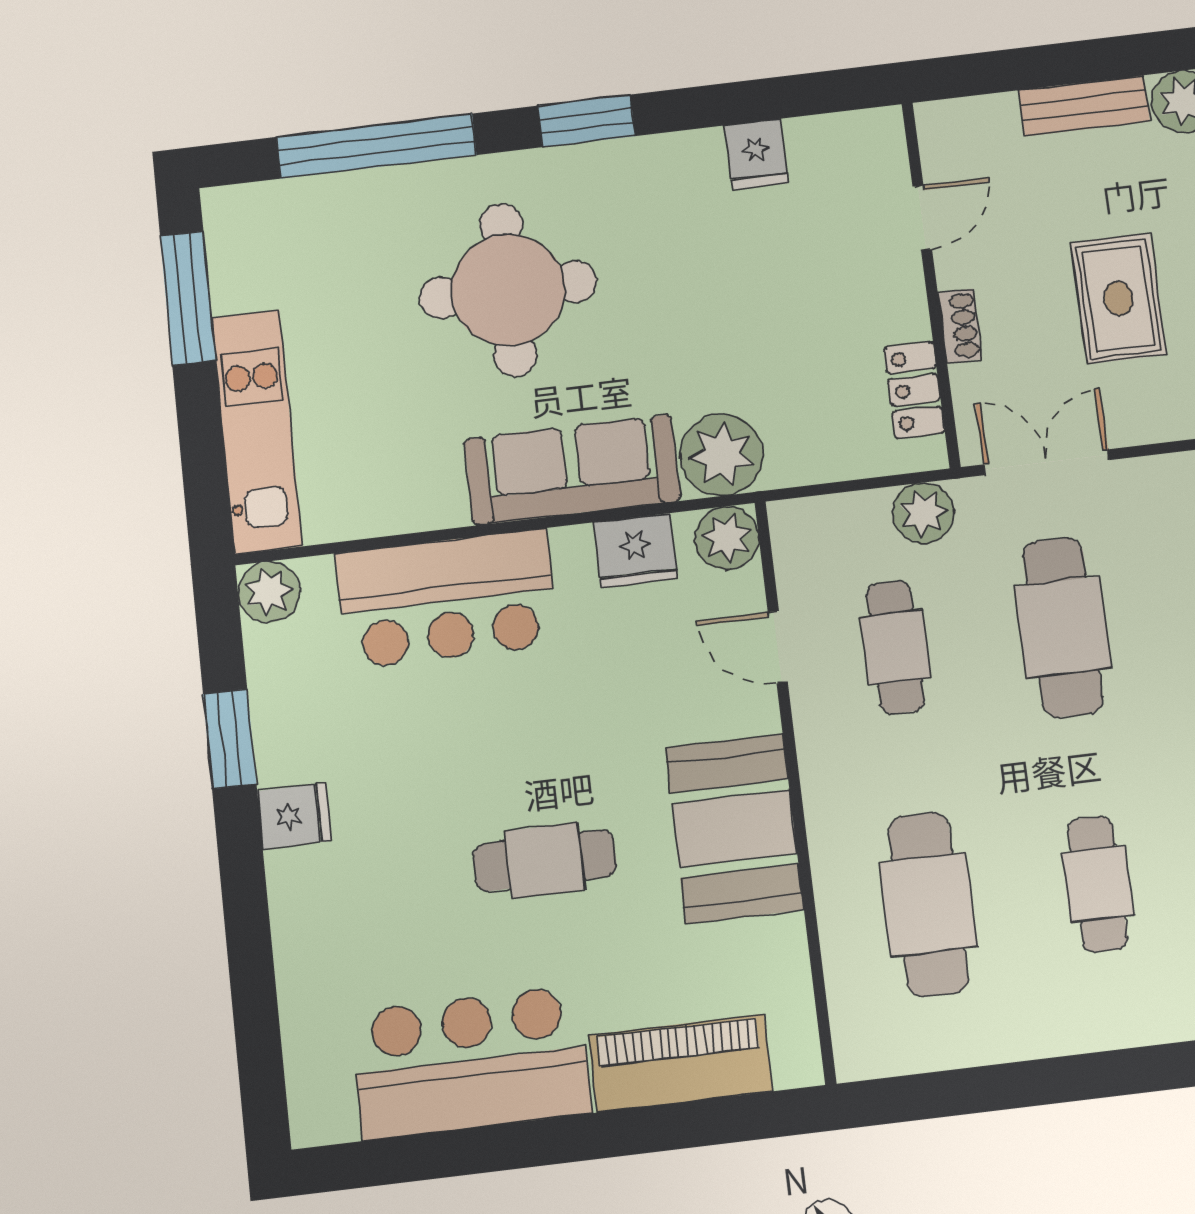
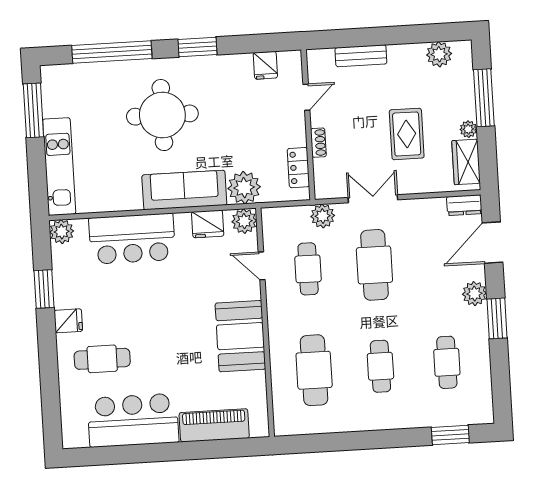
bench: (1084, 106) -> (361, 56), moved
door: (922, 218) -> (306, 97), moved
wall: (931, 284) -> (308, 125), moved
shoe rack: (960, 326) -> (318, 143), moved
locker: (914, 390) -> (298, 168), moved
cafe table: (545, 860) -> (102, 359), moved

